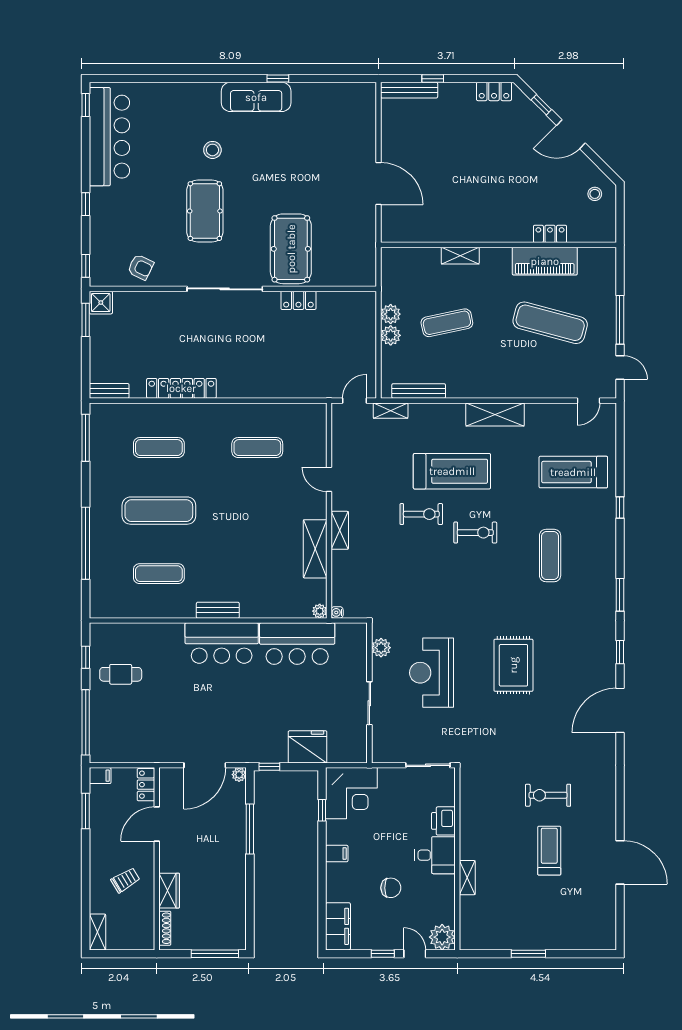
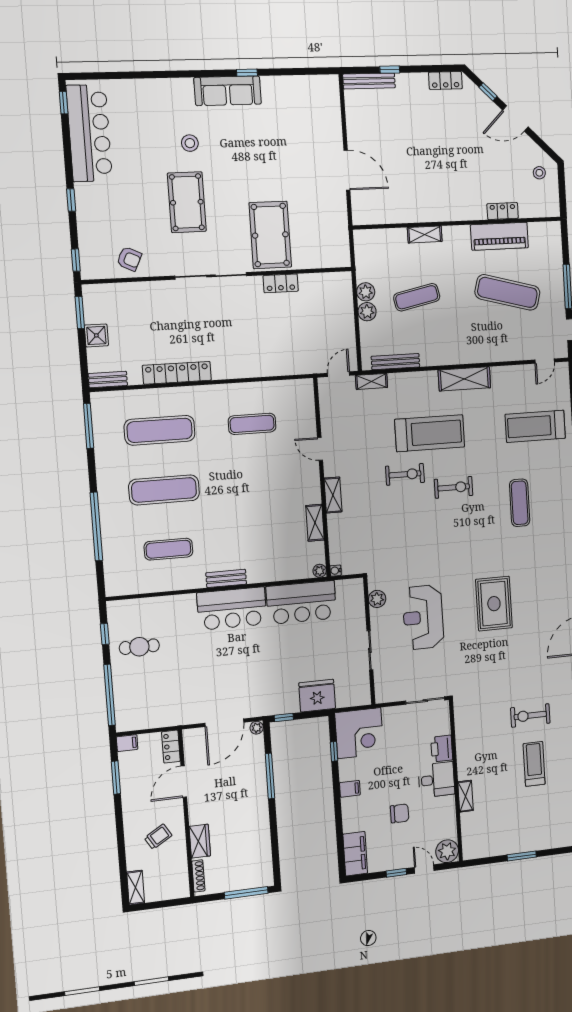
shower: (101, 303) -> (96, 335), moved
exercise mat: (159, 448) -> (160, 430), width x1.36, depth x1.45
shelving: (315, 549) -> (315, 523), width x0.67, depth x0.75

